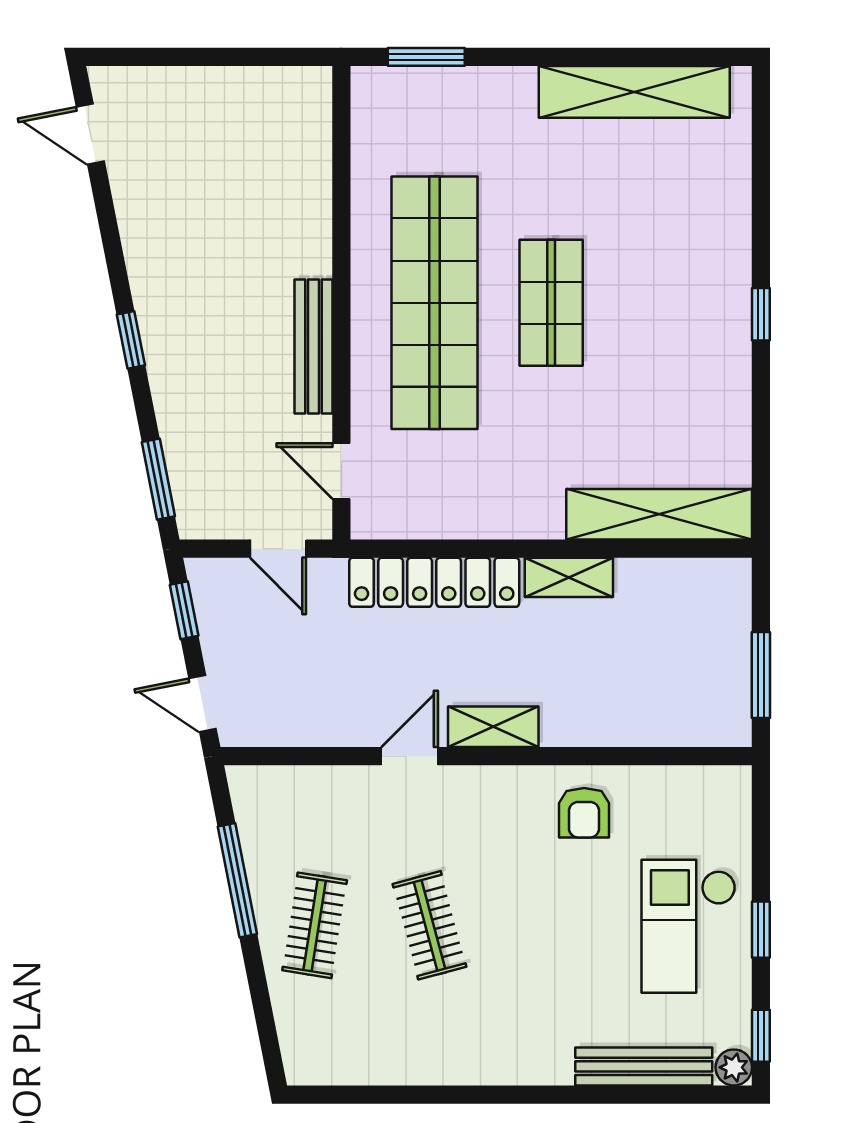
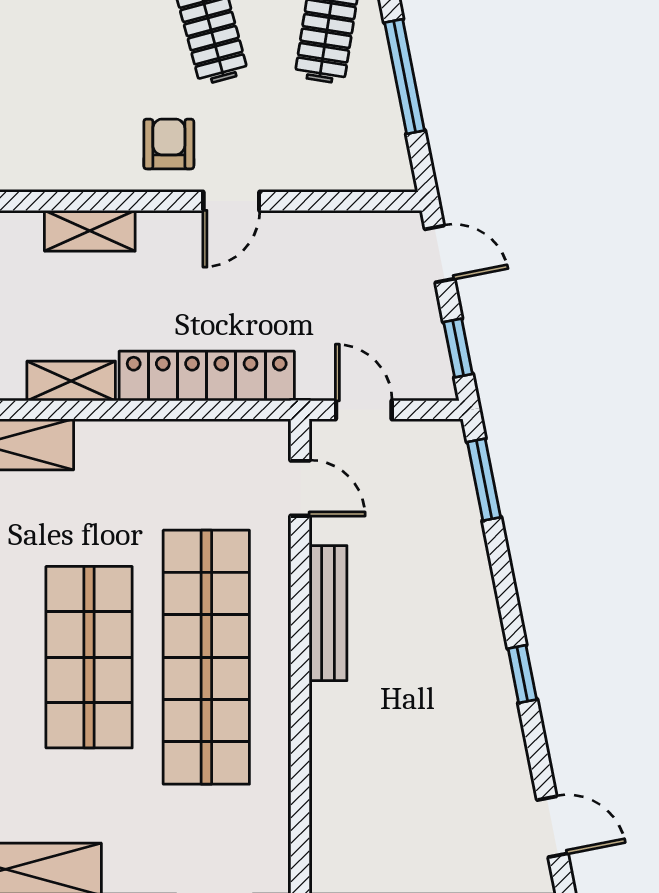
shop shelf: (551, 303) -> (89, 657), width x1.43, depth x1.36
window: (131, 340) -> (522, 674), moved
shelving: (493, 727) -> (90, 231), moved
armchair: (584, 813) -> (169, 144), moved

